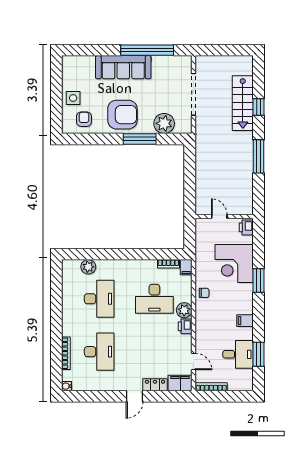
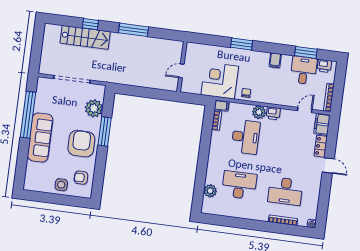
printer: (246, 227) -> (324, 66), moved
corner desk: (234, 264) -> (220, 80), moved, turned 180
desk: (99, 352) -> (285, 191), turned 180

